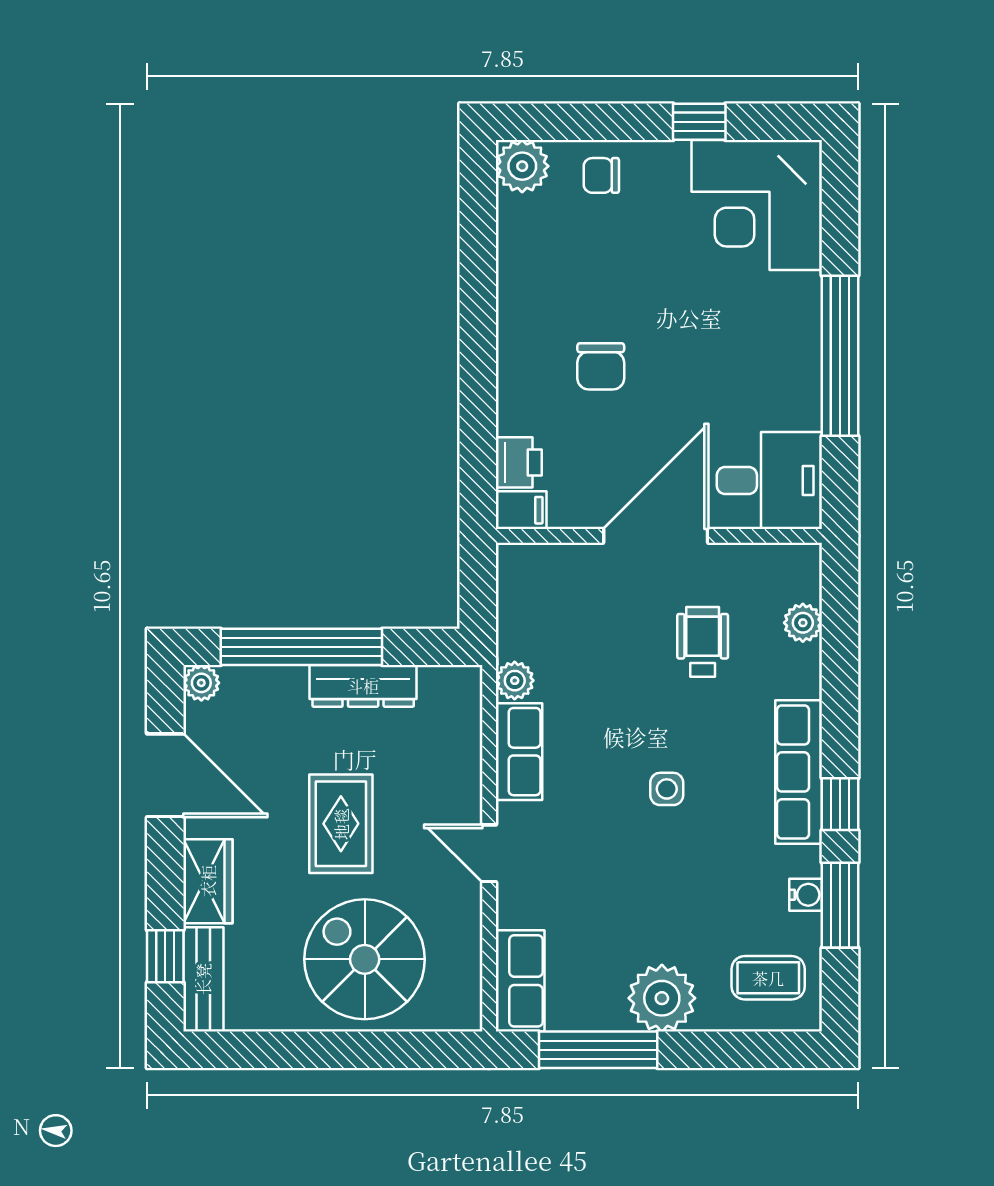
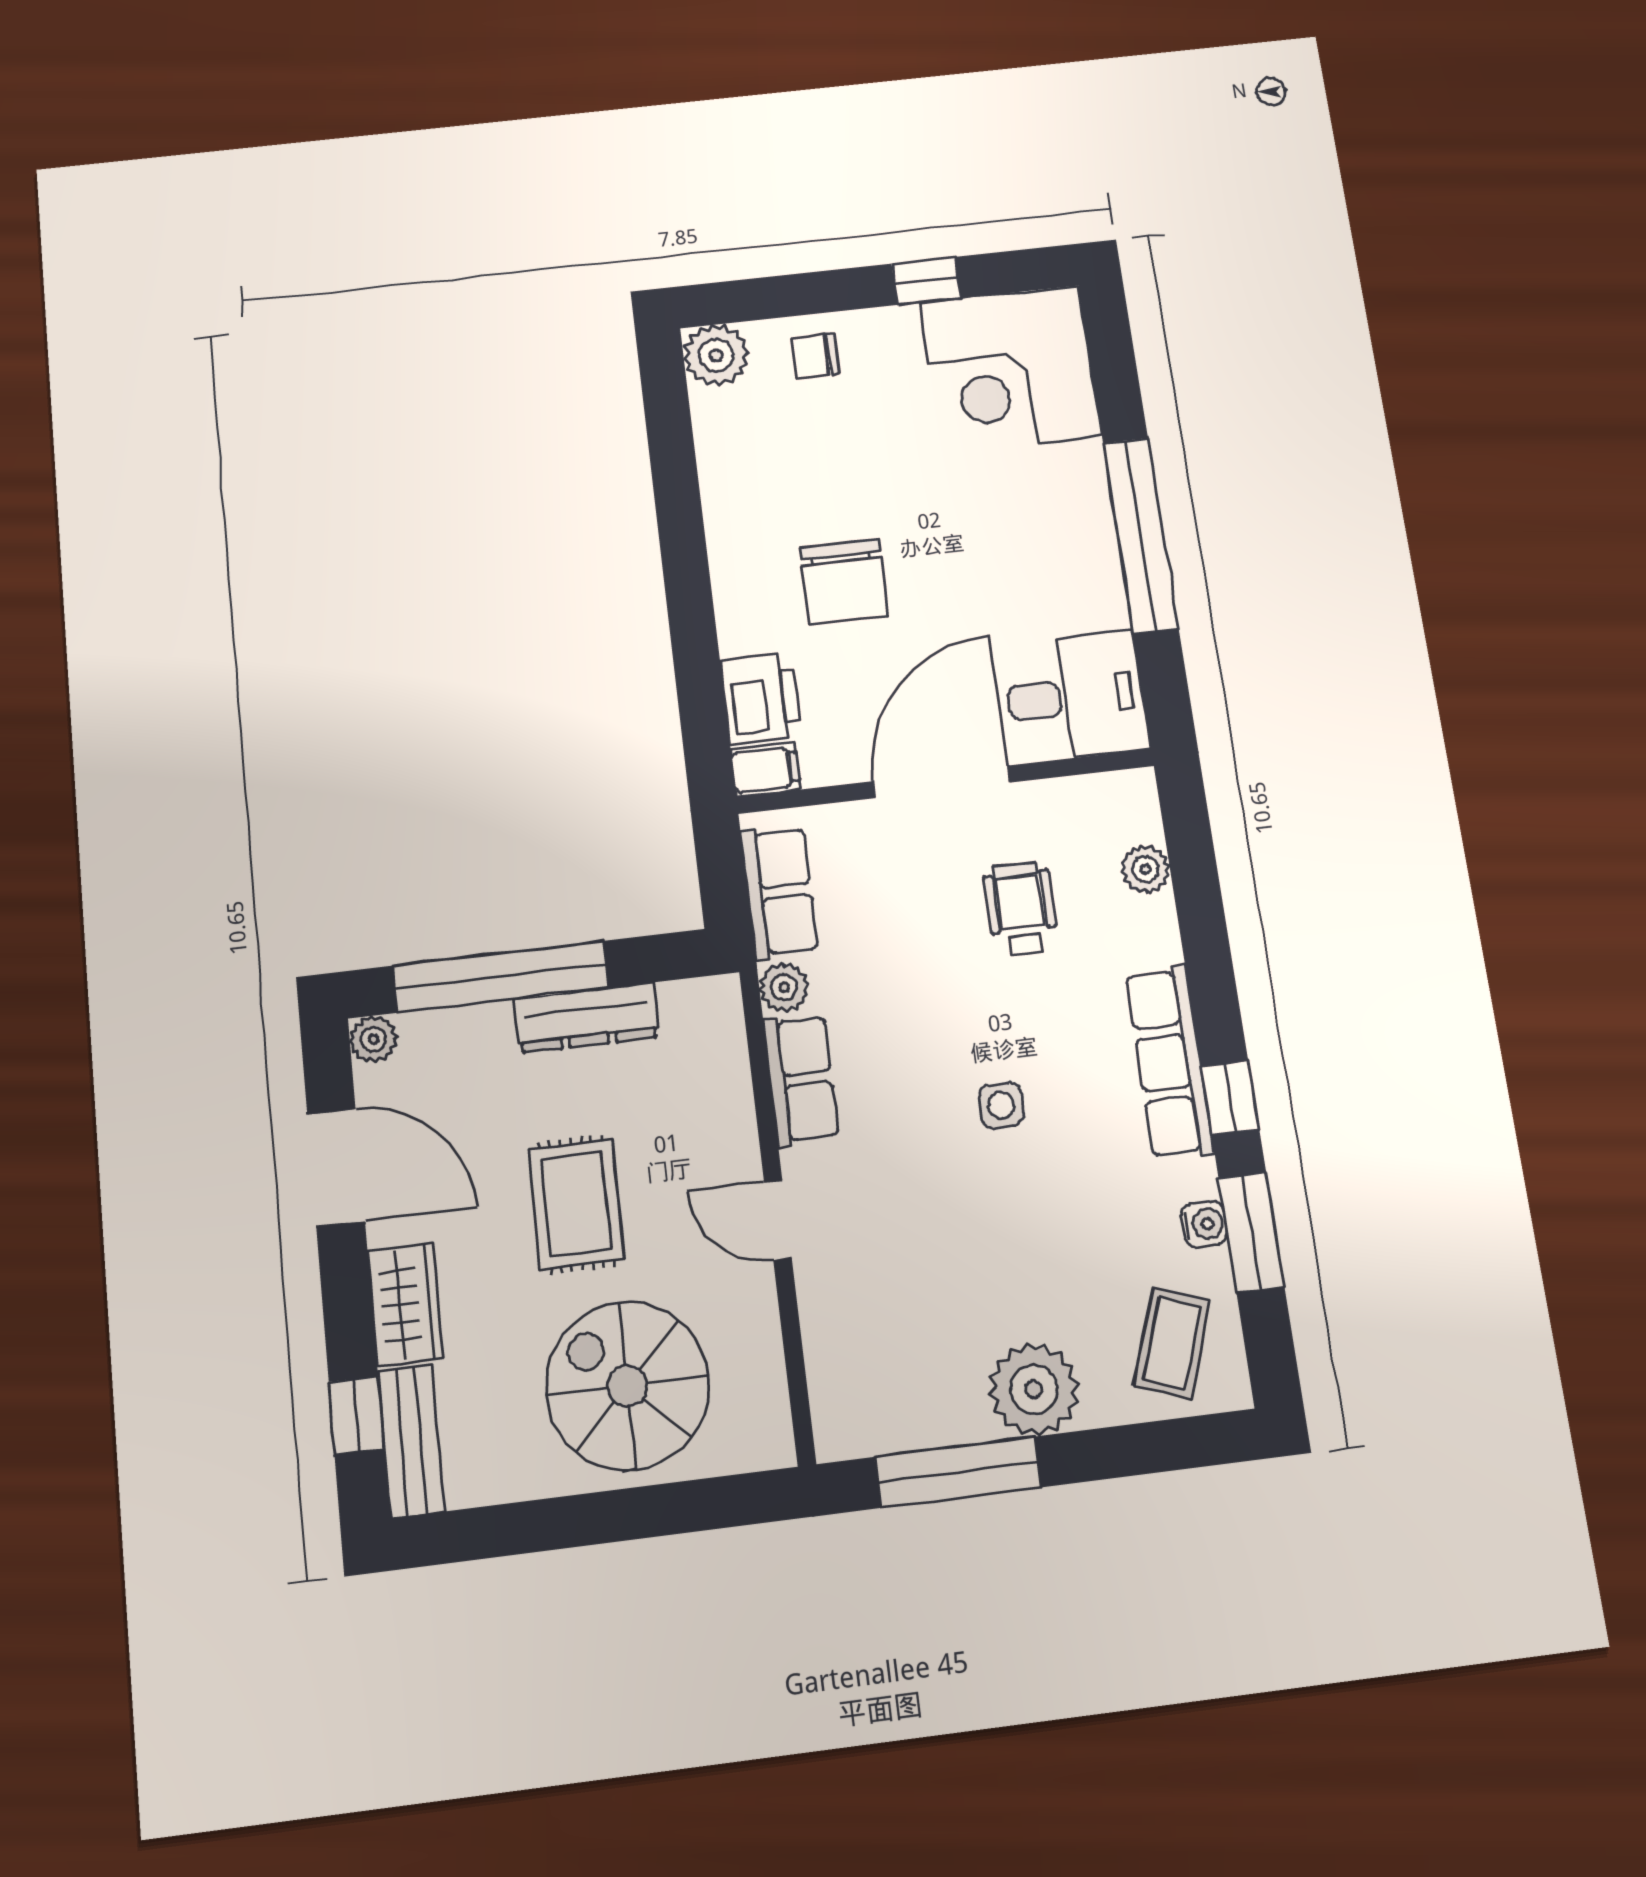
chair: (601, 366) -> (844, 581), width x1.37, depth x1.37
printer: (519, 462) -> (761, 698), width x1.36, depth x1.24
coffee table: (768, 978) -> (1172, 1343), turned -70
row of seats: (520, 981) -> (780, 892), moved

